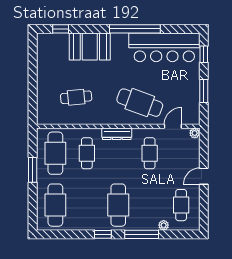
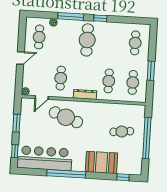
window: (33, 82) -> (147, 138), added
cafe table: (76, 97) -> (122, 132), moved
cafe table: (55, 153) -> (133, 82), width x0.73, depth x0.74
cafe table: (55, 205) -> (135, 43), width x0.73, depth x0.74

